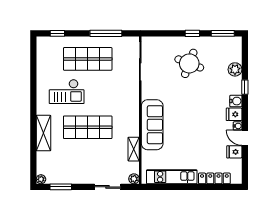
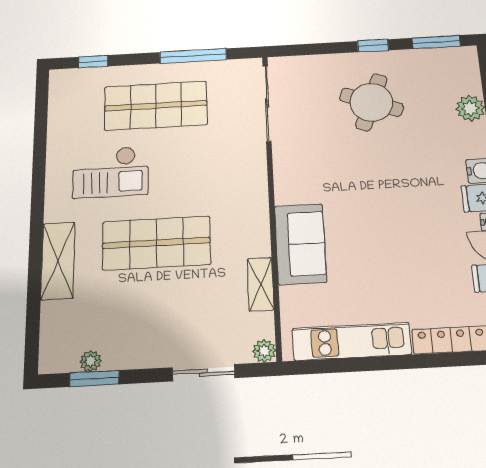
sofa: (152, 125) -> (300, 244), width x0.73
plant: (41, 179) -> (91, 361), moved

